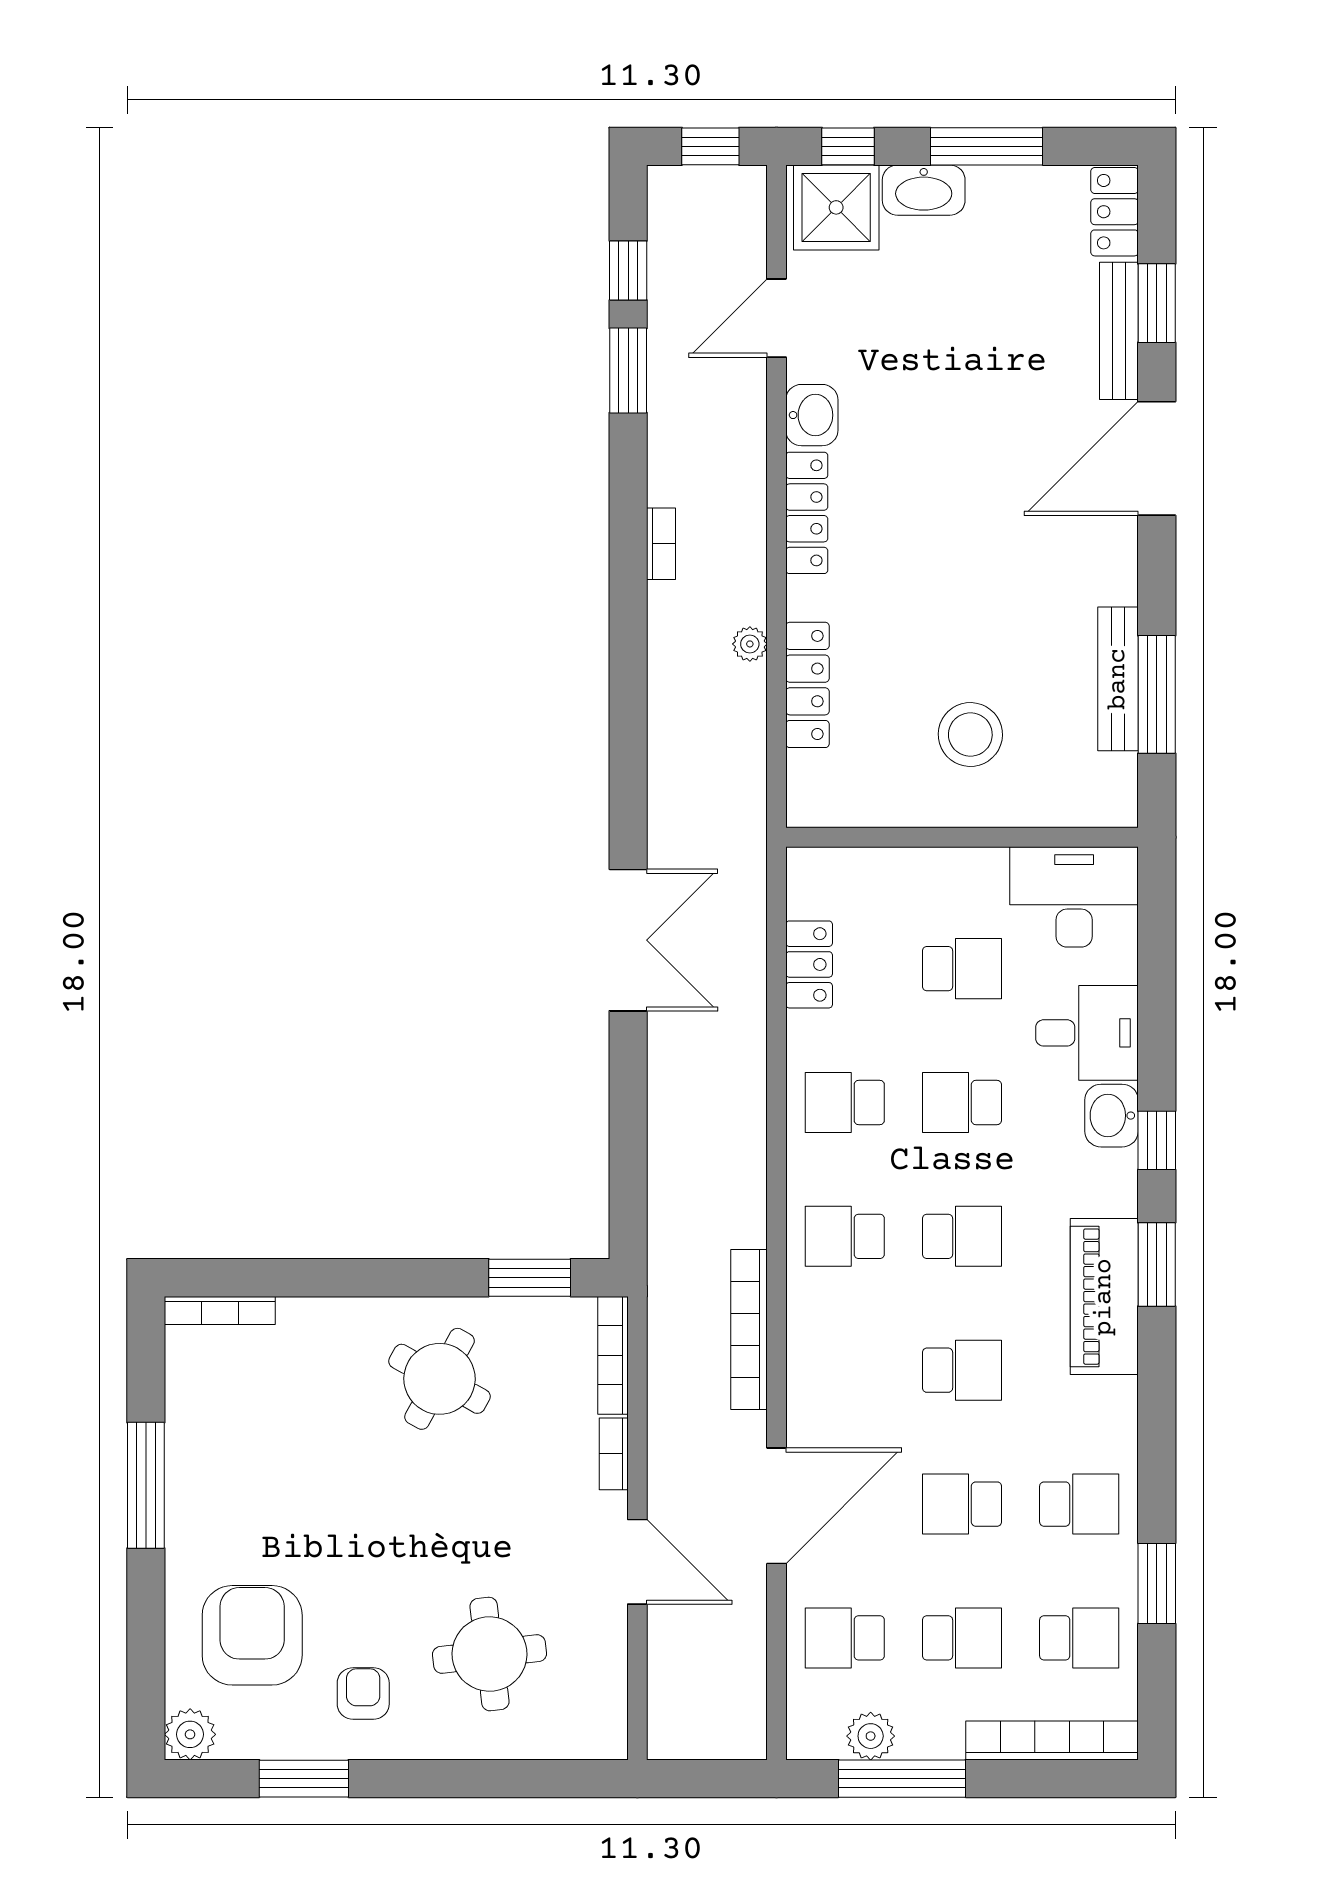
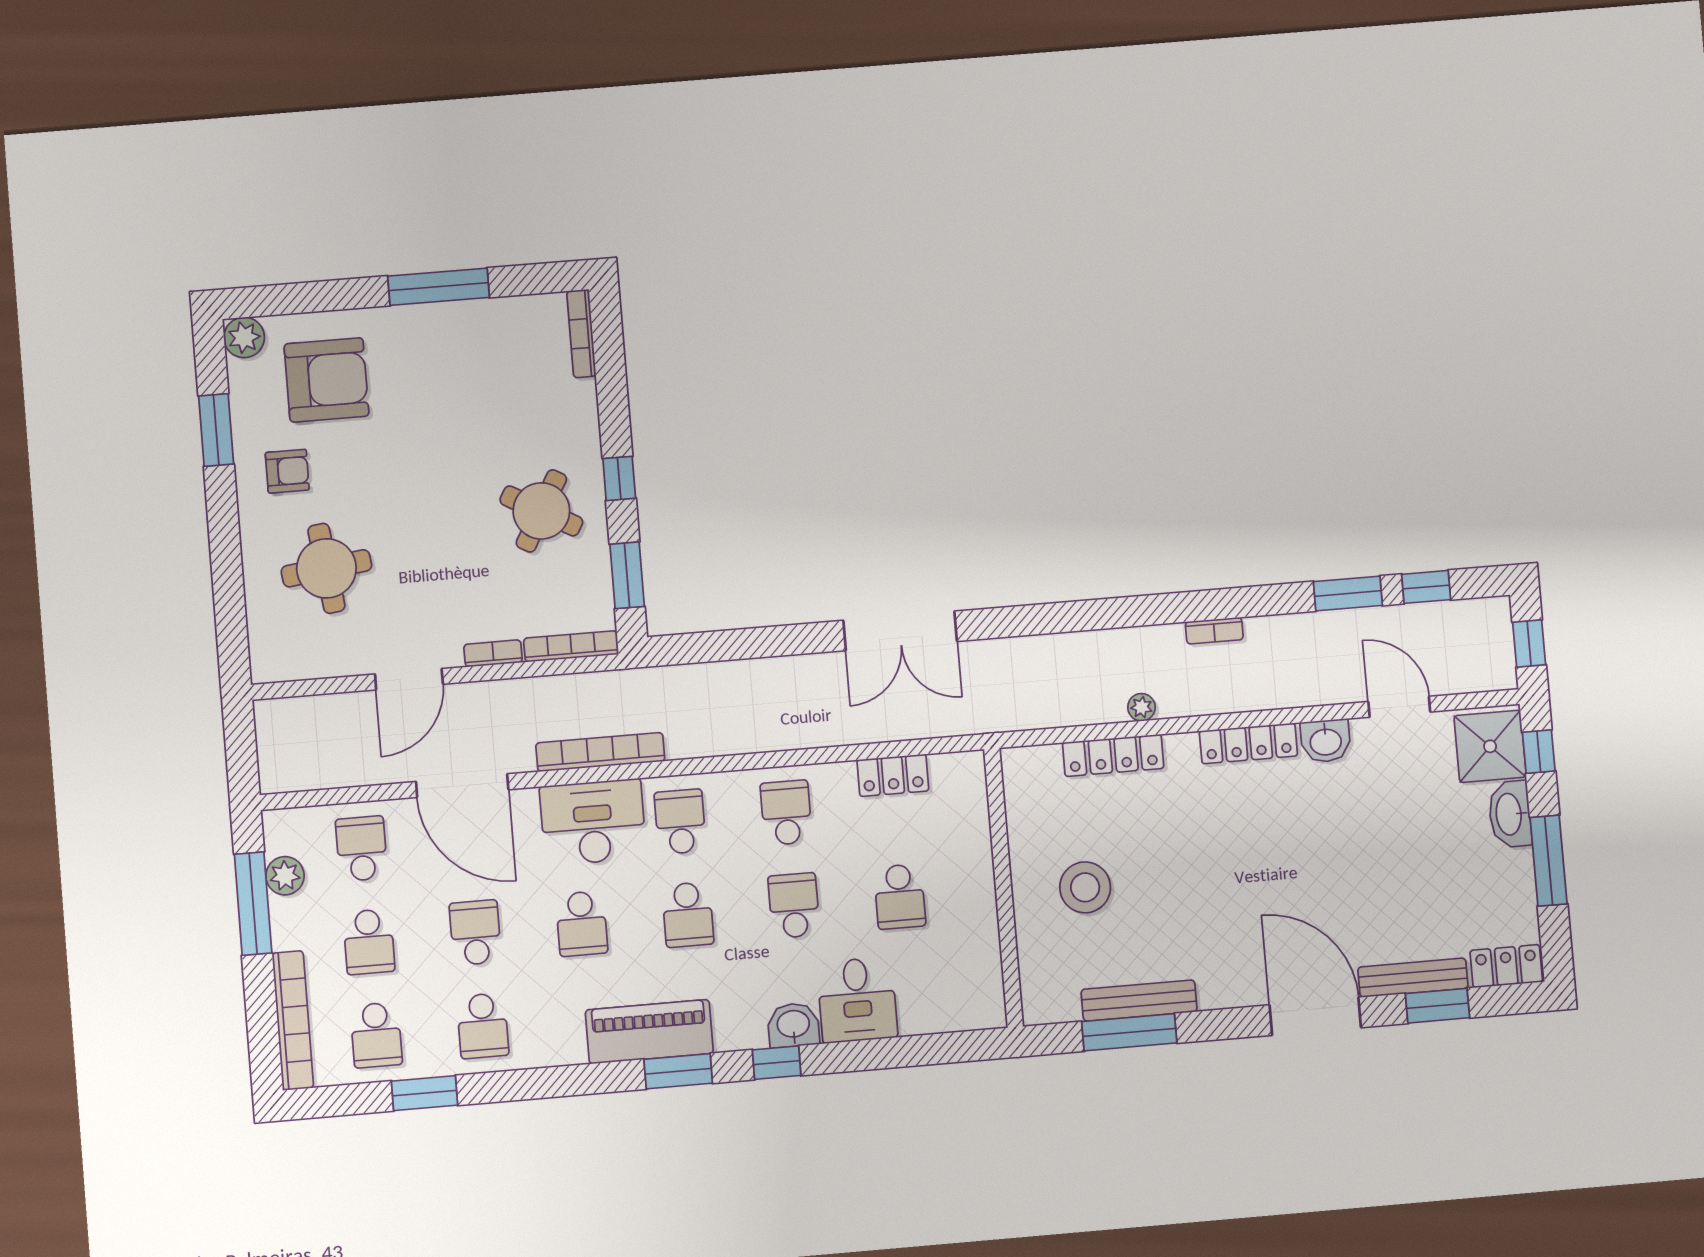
desk: (1074, 897) -> (593, 822), moved, turned -90
window: (407, 1278) -> (619, 478), added

